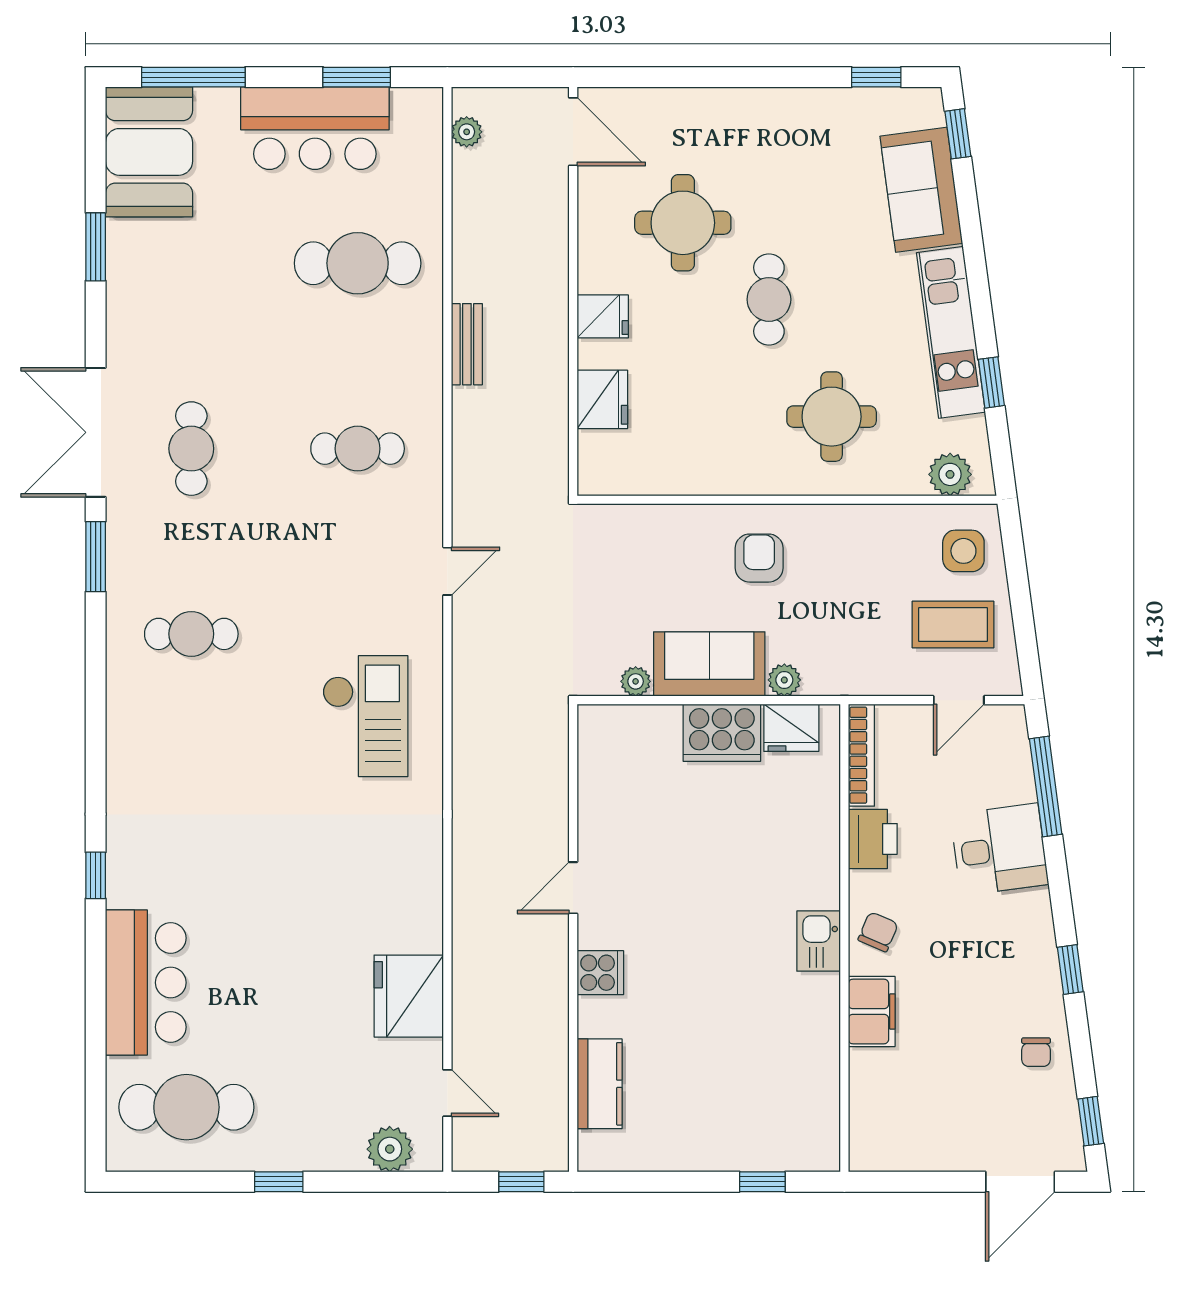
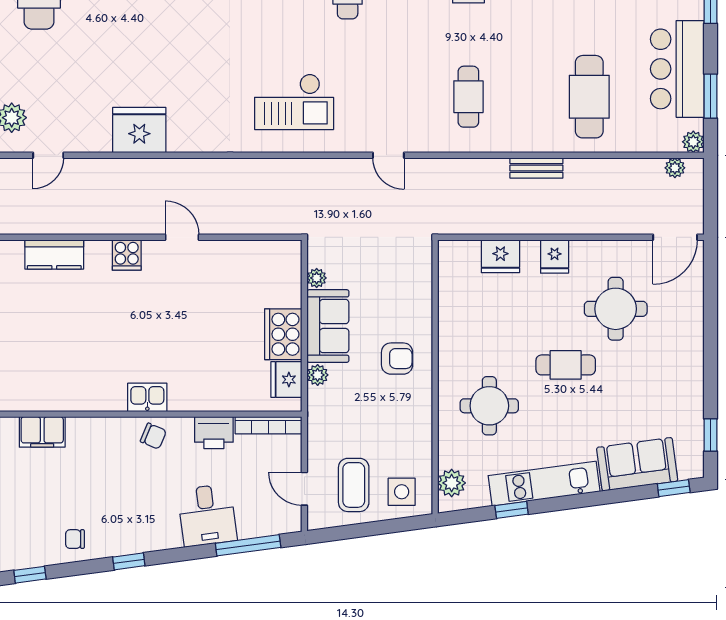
plant: (427, 104) -> (693, 142), added
fridge: (409, 996) -> (139, 130), moved
filing cabinet: (872, 1011) -> (42, 432), moved

